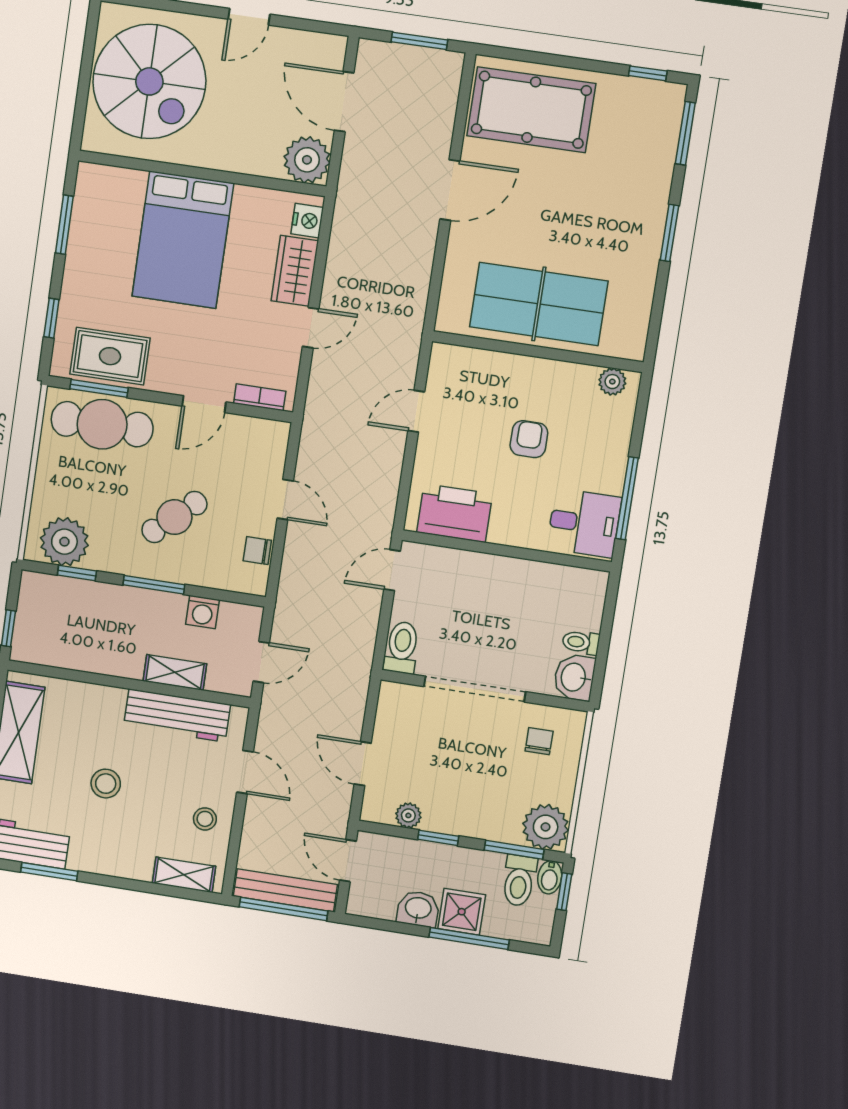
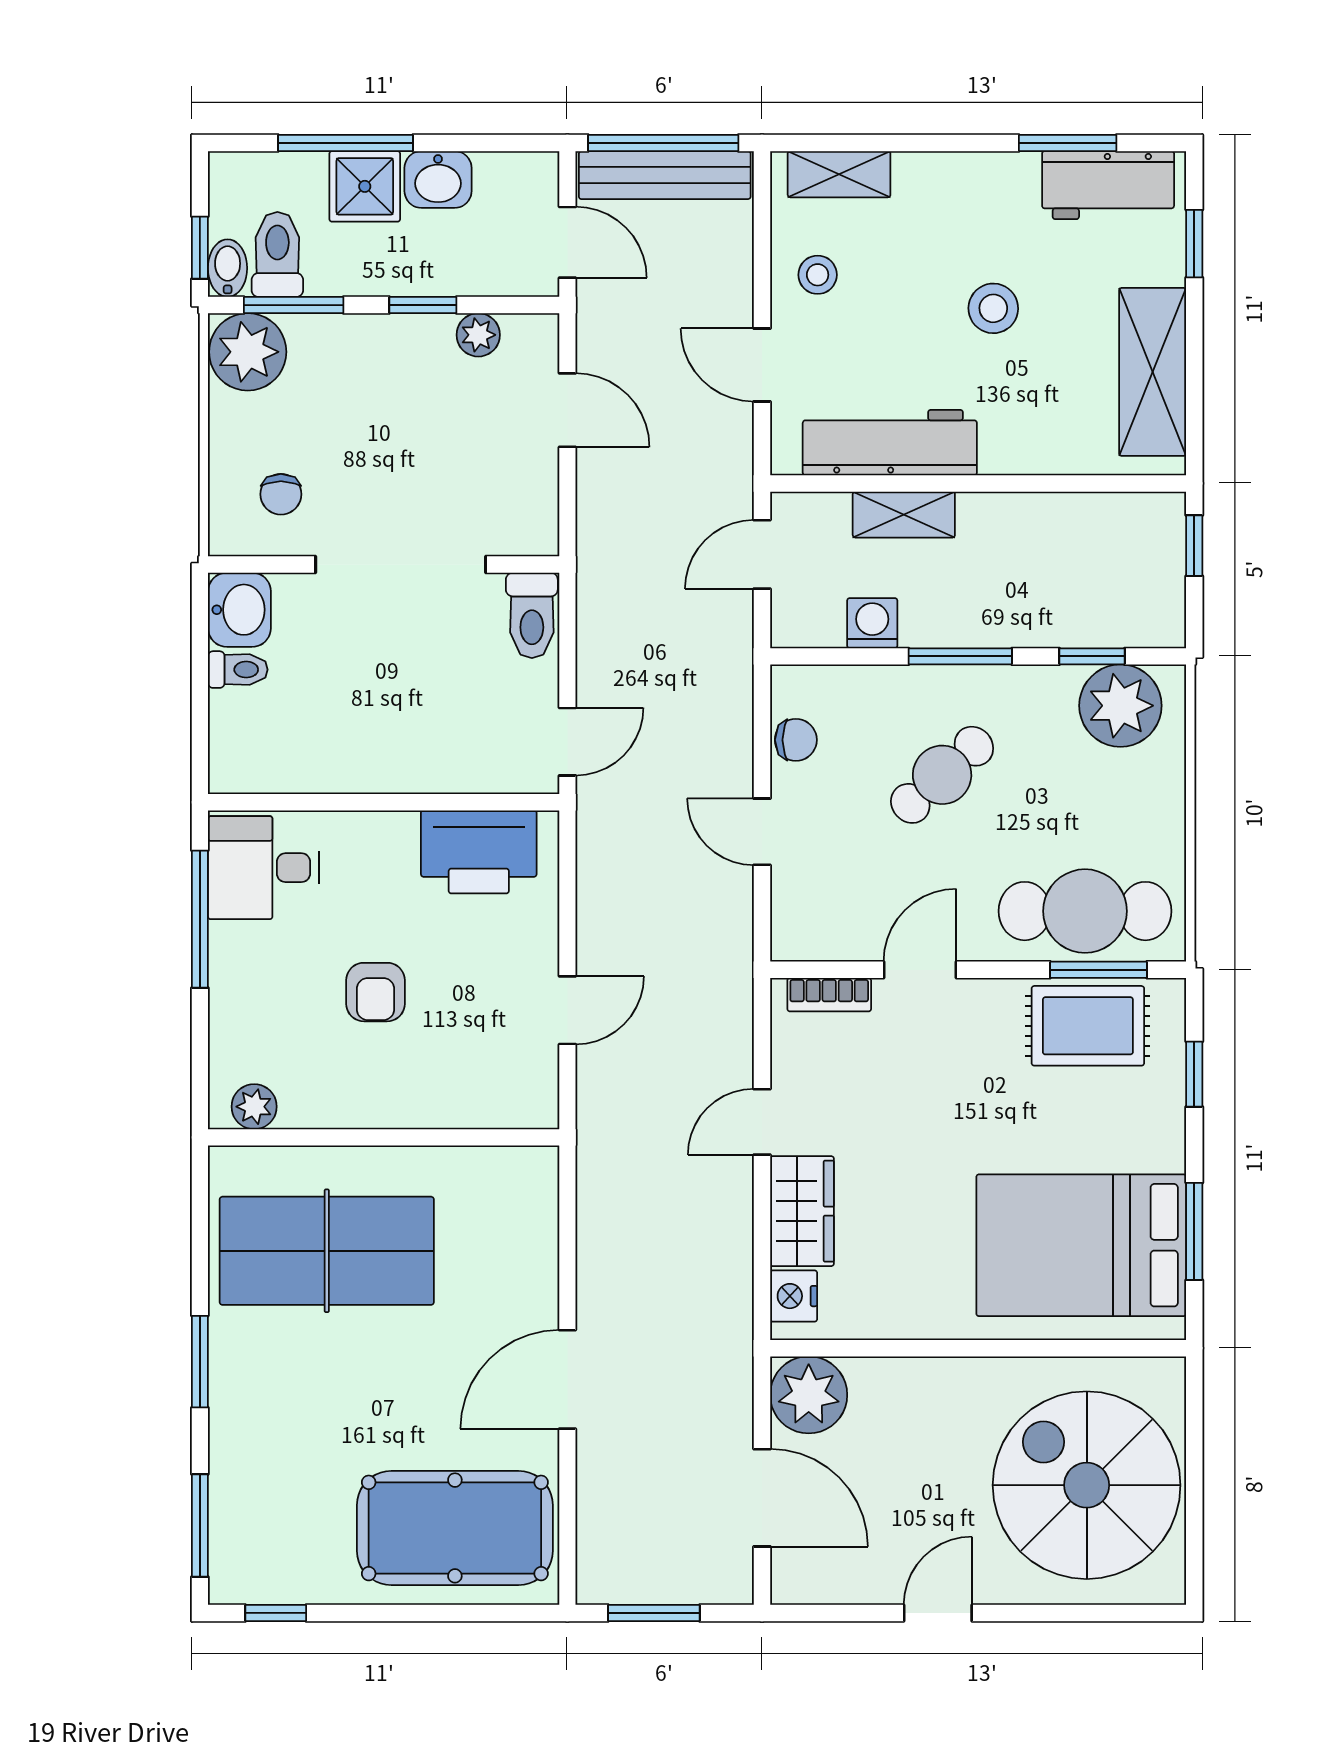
bed: (183, 240) -> (1081, 1245), moved, turned -90
table tennis table: (539, 304) -> (327, 1251), moved

